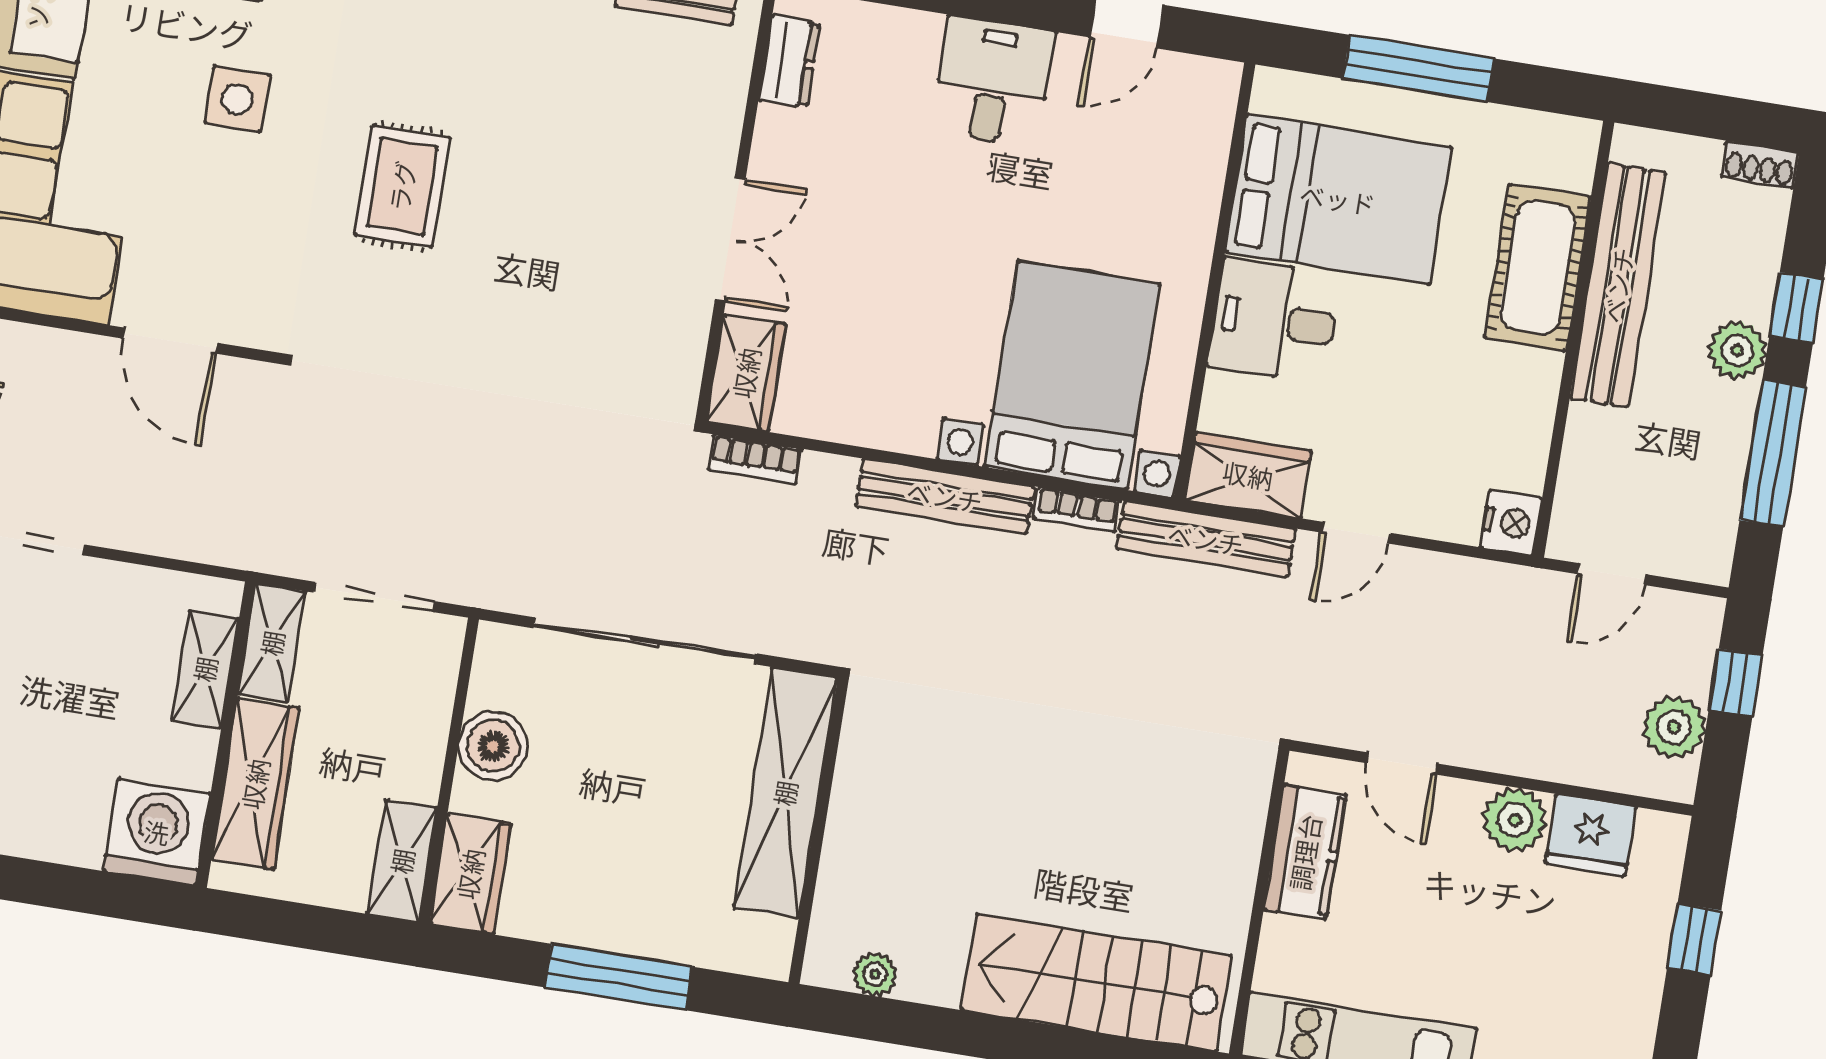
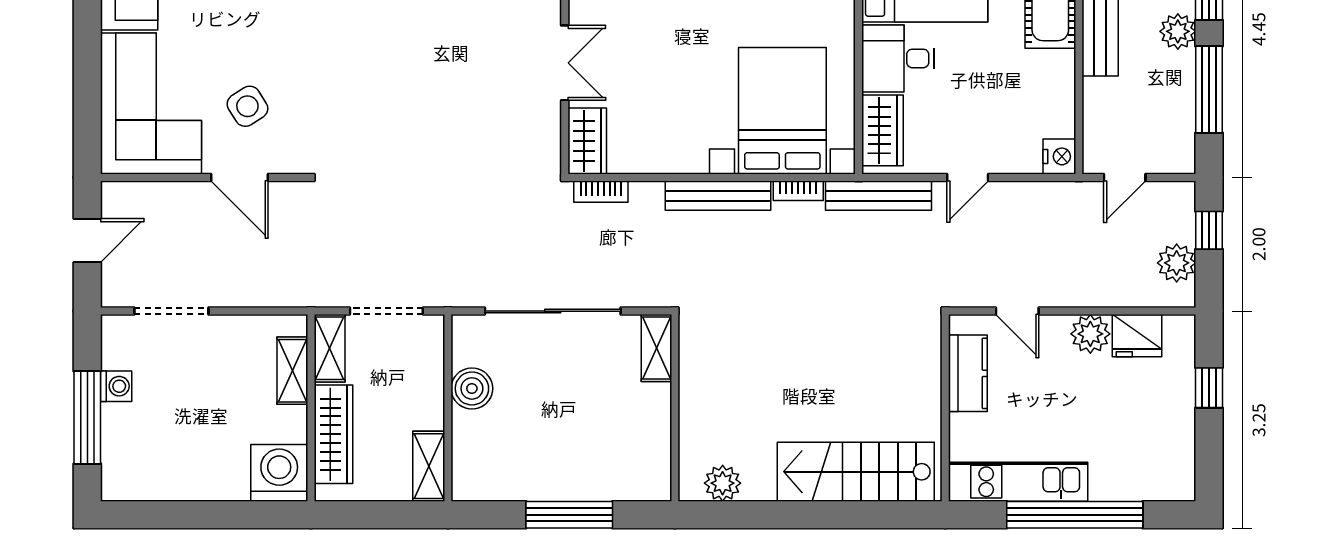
side table: (237, 99) -> (247, 106), moved, turned -32
rug: (402, 186) -> (363, 63), removed
wardrobe: (1248, 475) -> (882, 130), moved, turned 90
shelving: (785, 793) -> (656, 348), width x0.45, depth x0.75
wardrobe: (470, 874) -> (471, 468), removed
plant: (875, 974) -> (723, 483), width x1.38, depth x1.38

